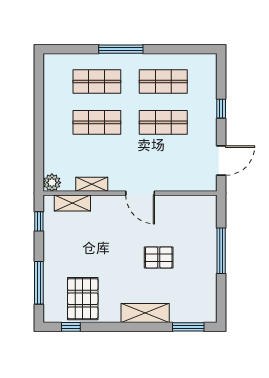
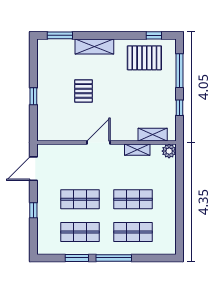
window: (167, 49) -> (77, 258), added
door: (140, 193) -> (98, 143), hinge flipped
window: (39, 221) -> (180, 108), moved
window: (221, 251) -> (33, 96), width x0.46
pallet: (159, 257) -> (84, 91), turned 90
pallet: (83, 299) -> (144, 58), turned 90

